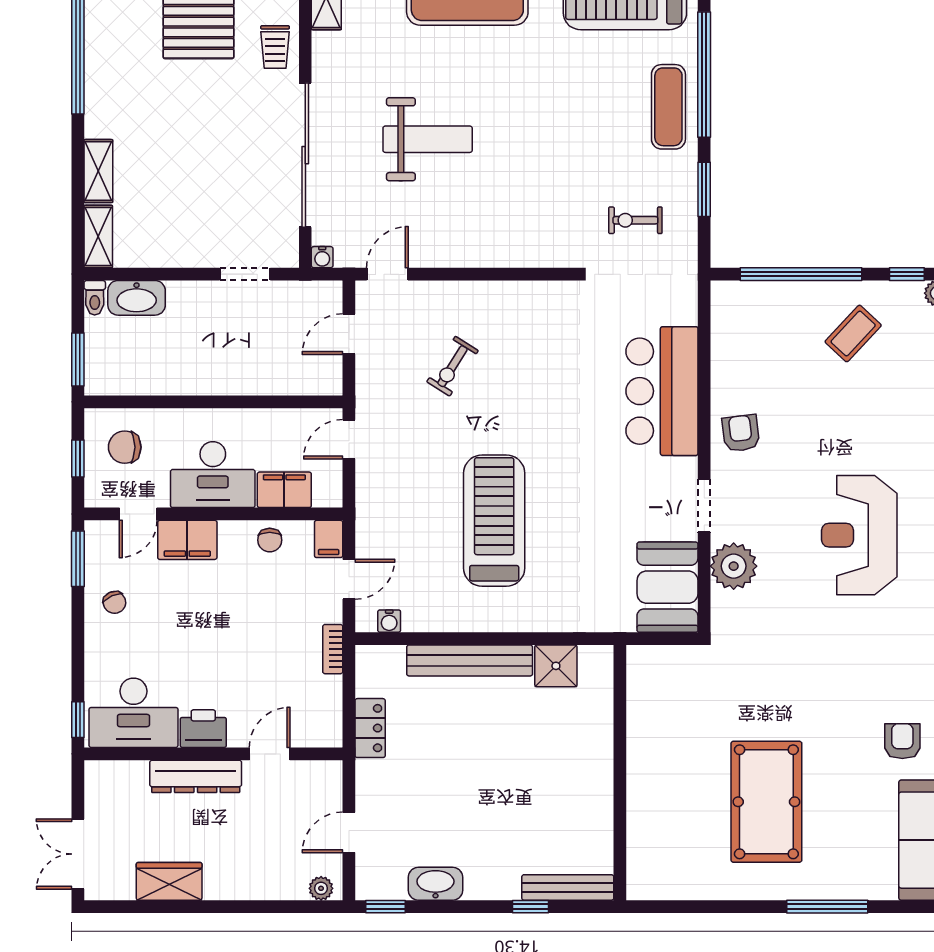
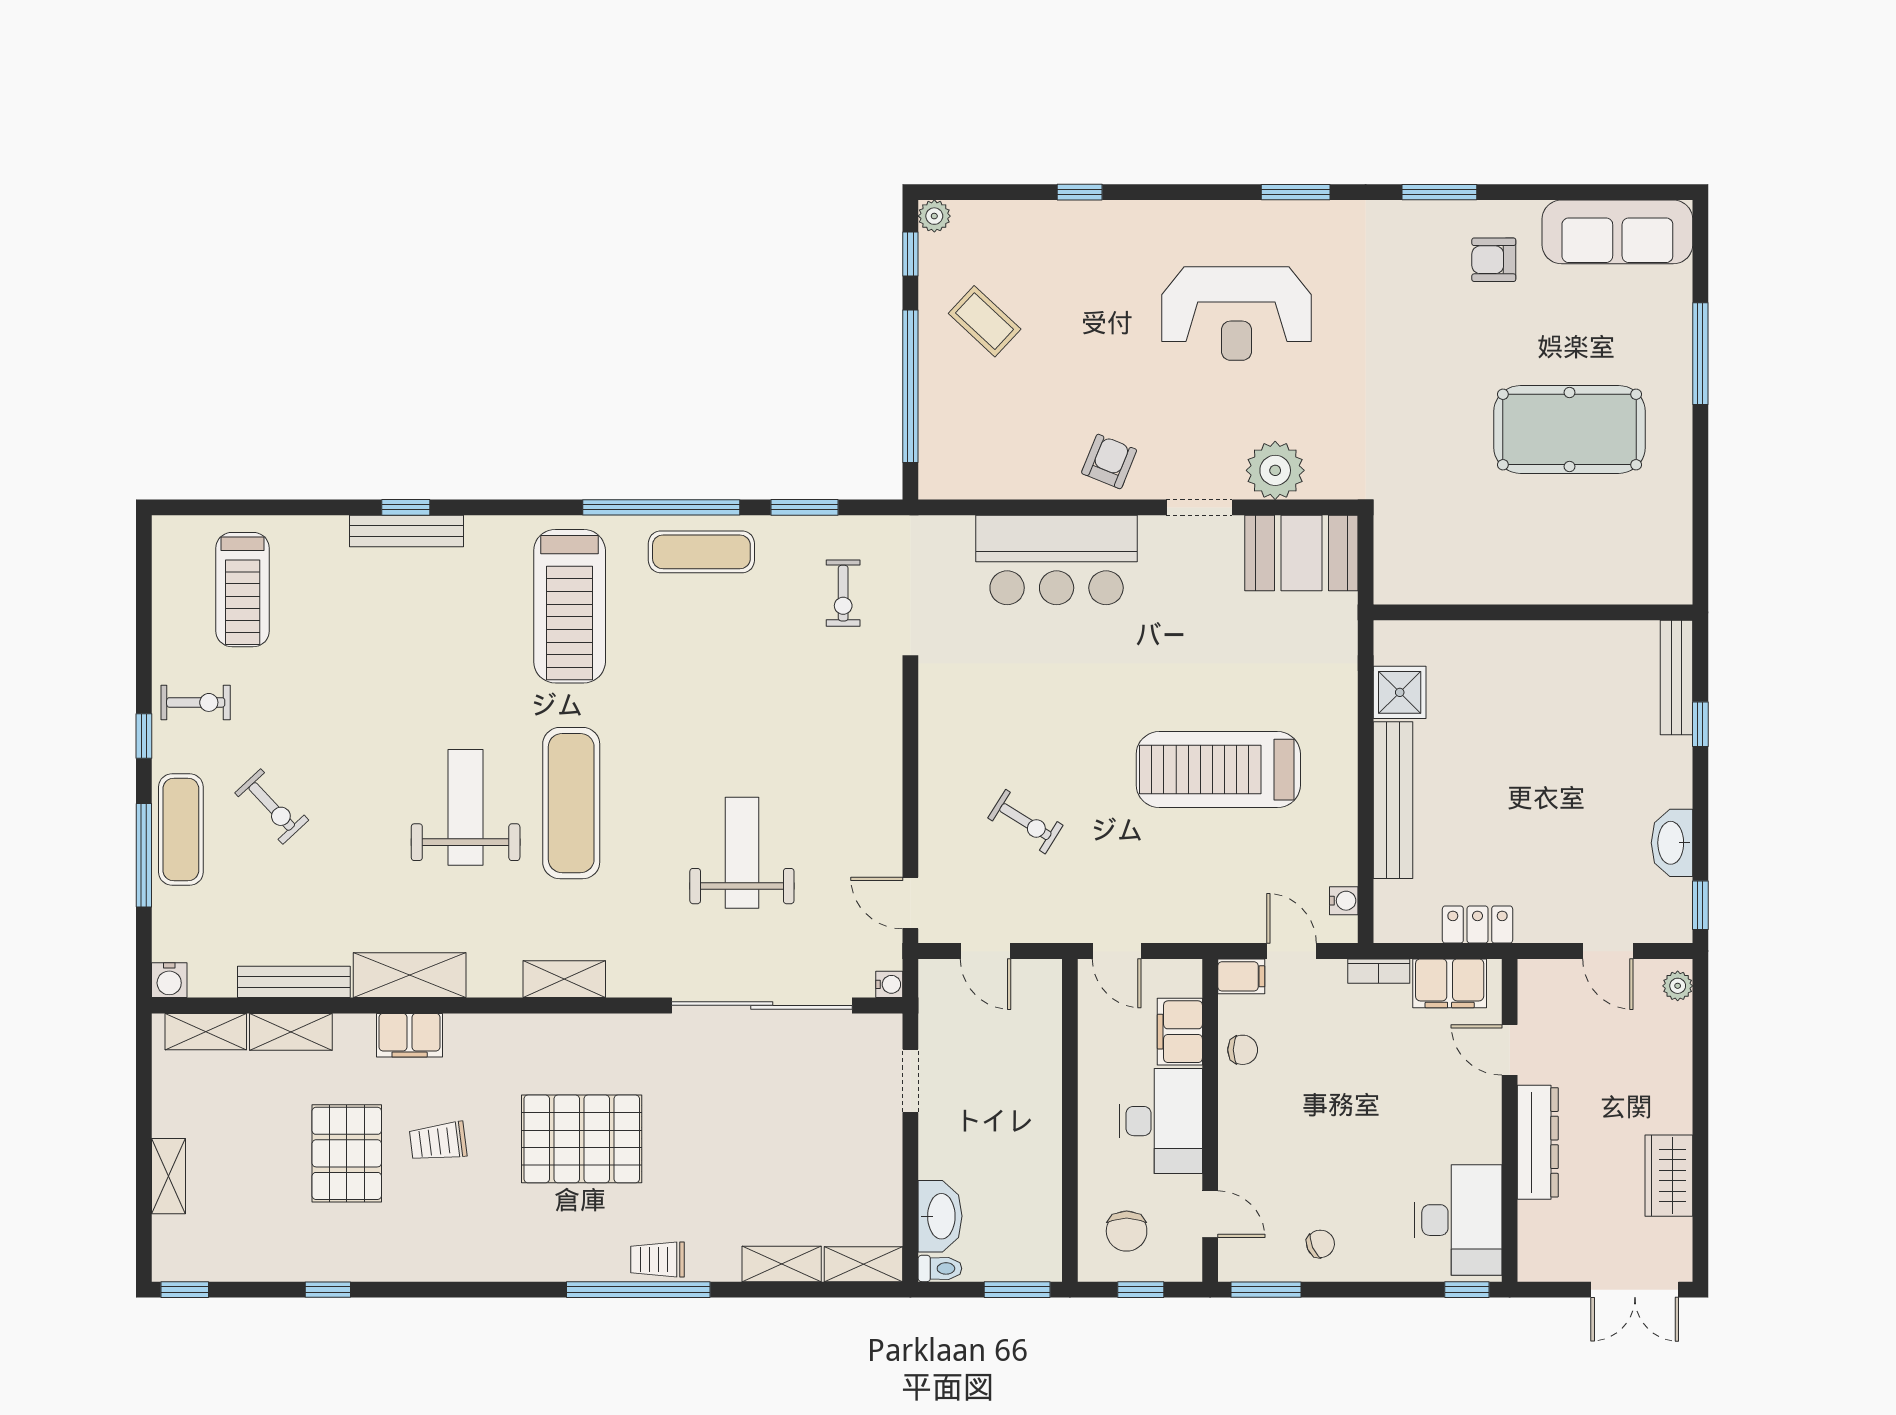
trolley: (275, 47) -> (658, 1260), moved, turned 180
armchair: (741, 433) -> (1109, 461), turned 119
filing cabinet: (187, 540) -> (1450, 983), moved, turned 90
printer: (203, 729) -> (1478, 1133), removed

